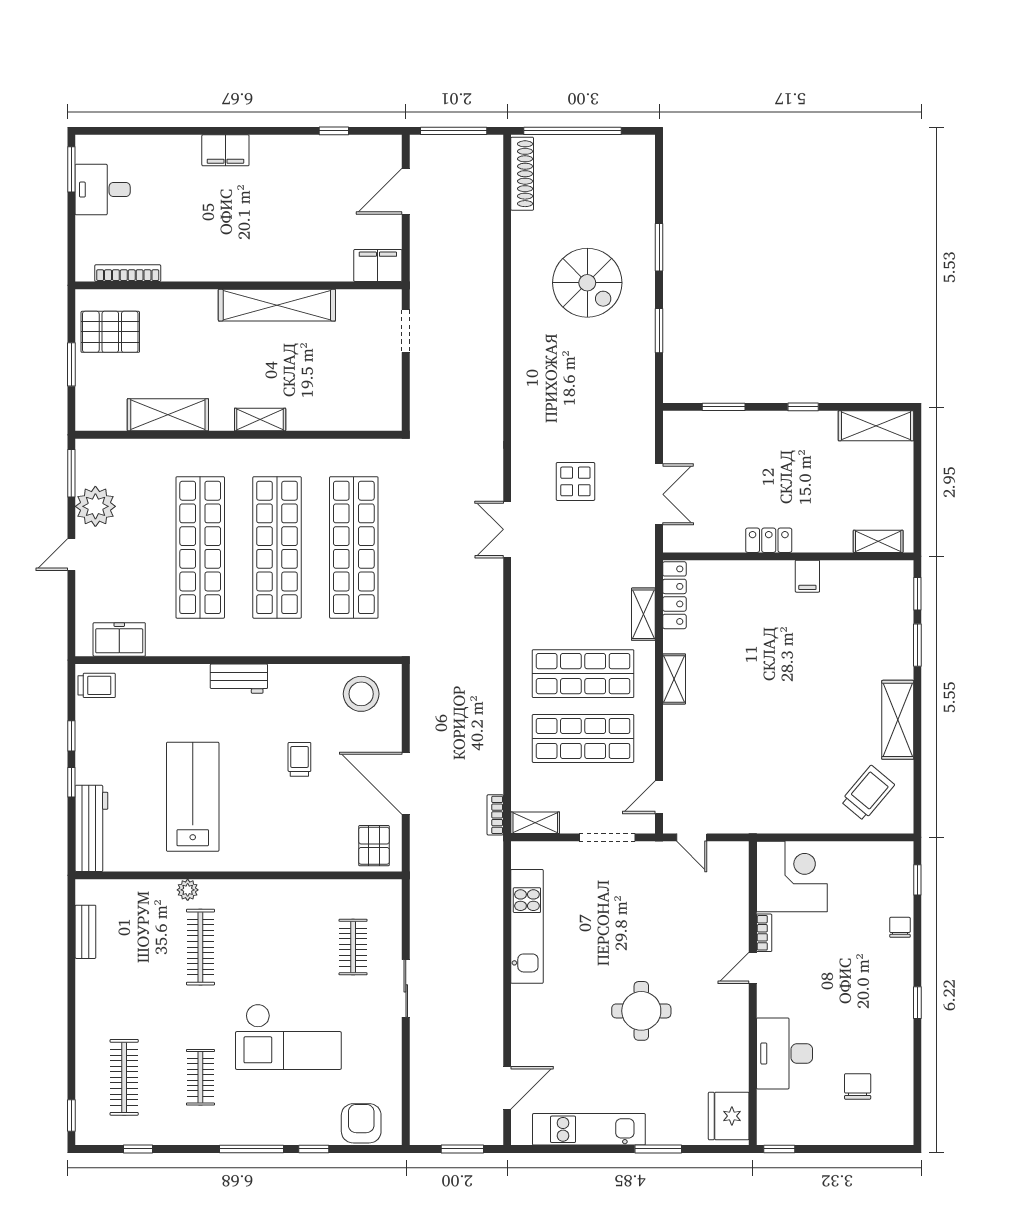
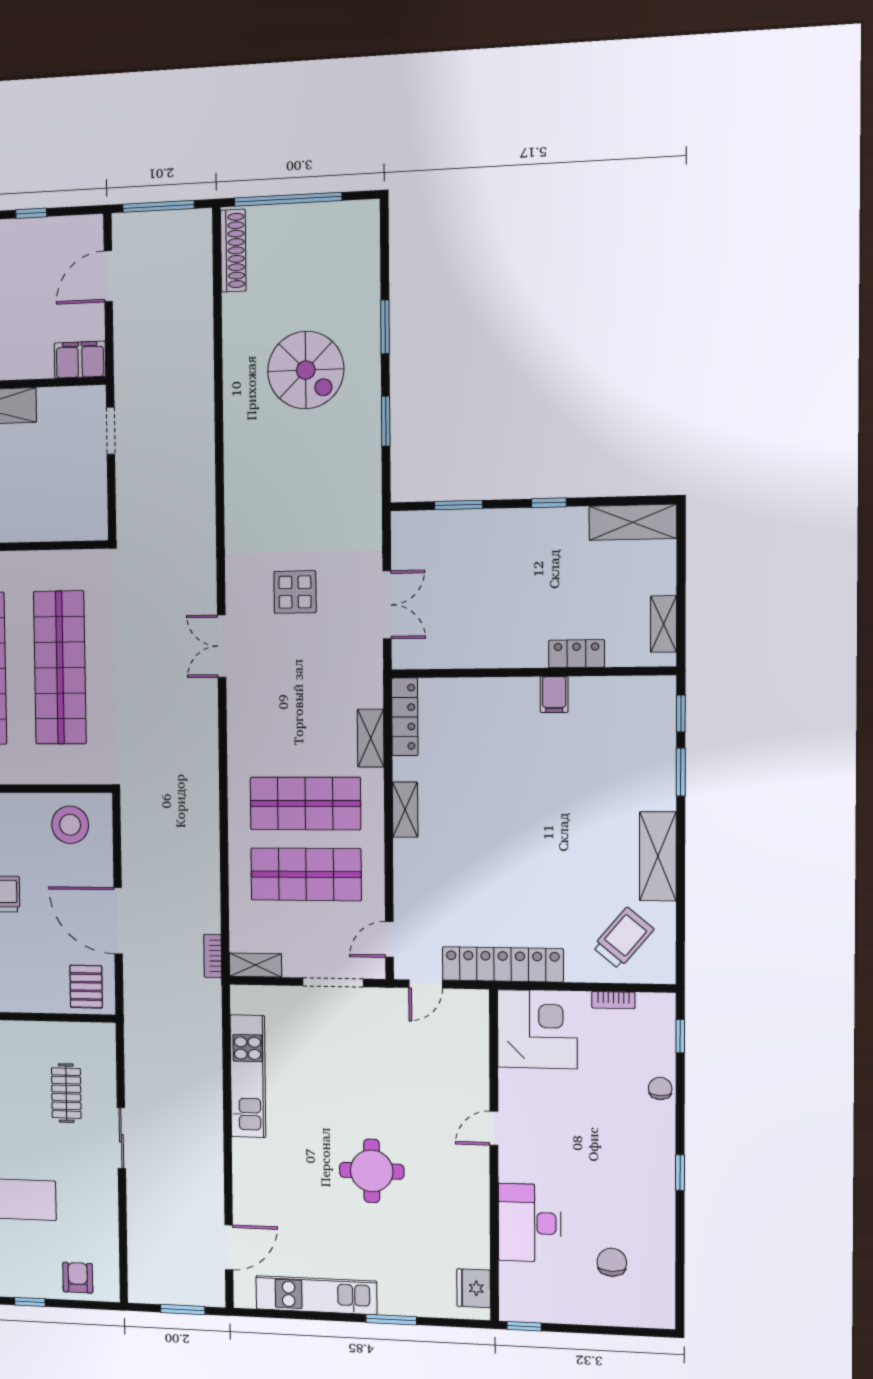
locker: (769, 540) -> (577, 654), moved
shelving: (878, 541) -> (664, 624), moved, turned 90
locker: (761, 818) -> (503, 964), added
door: (692, 837) -> (426, 984), hinge flipped
bookcase: (764, 933) -> (613, 1000), moved, turned 90
fridge: (729, 1116) -> (474, 1288), width x0.73, depth x0.75
armchair: (361, 1123) -> (78, 1278), width x0.72, depth x0.72

